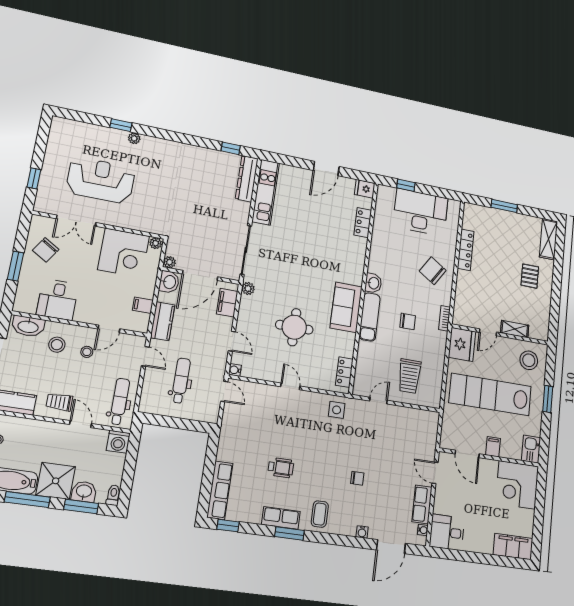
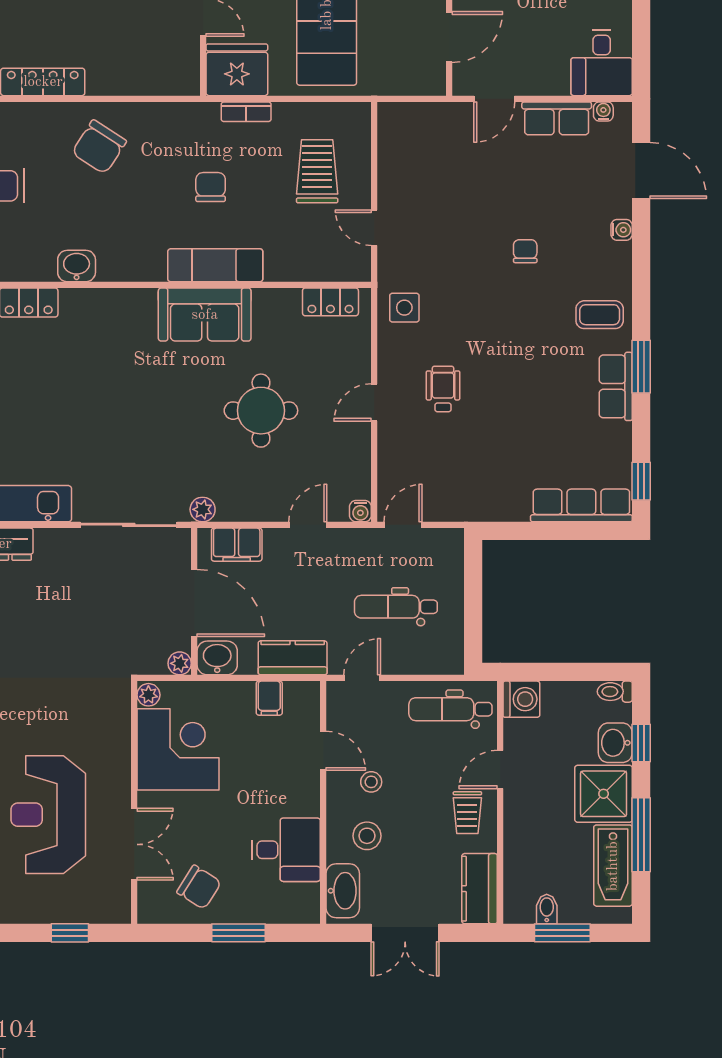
washbasin: (373, 283) -> (77, 266), moved
bookcase: (445, 318) -> (246, 112), moved
trolley: (409, 376) -> (317, 171), turned -90
wheelchair: (281, 468) -> (443, 389), moved
window: (81, 507) -> (641, 743), width x0.67

